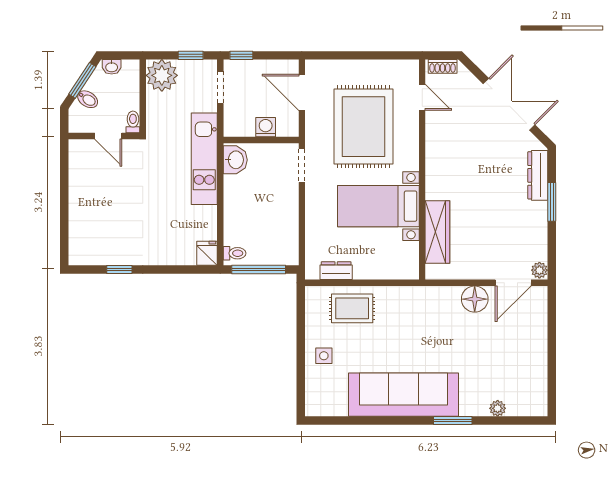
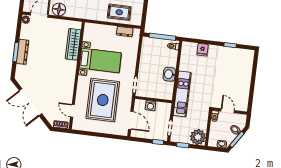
washbasin: (235, 160) -> (169, 74), moved
dresser: (538, 175) -> (23, 52), moved
fridge: (207, 253) -> (202, 50), moved

